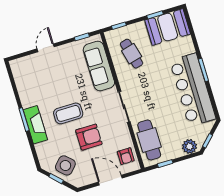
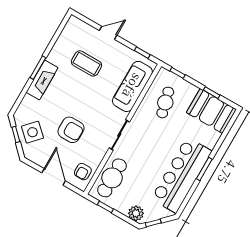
coffee table: (68, 113) -> (87, 63), moved

